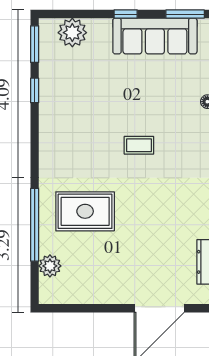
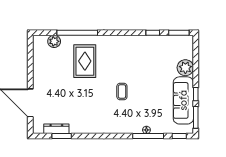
window: (126, 14) -> (196, 94), moved
plant: (72, 33) -> (185, 68), moved

